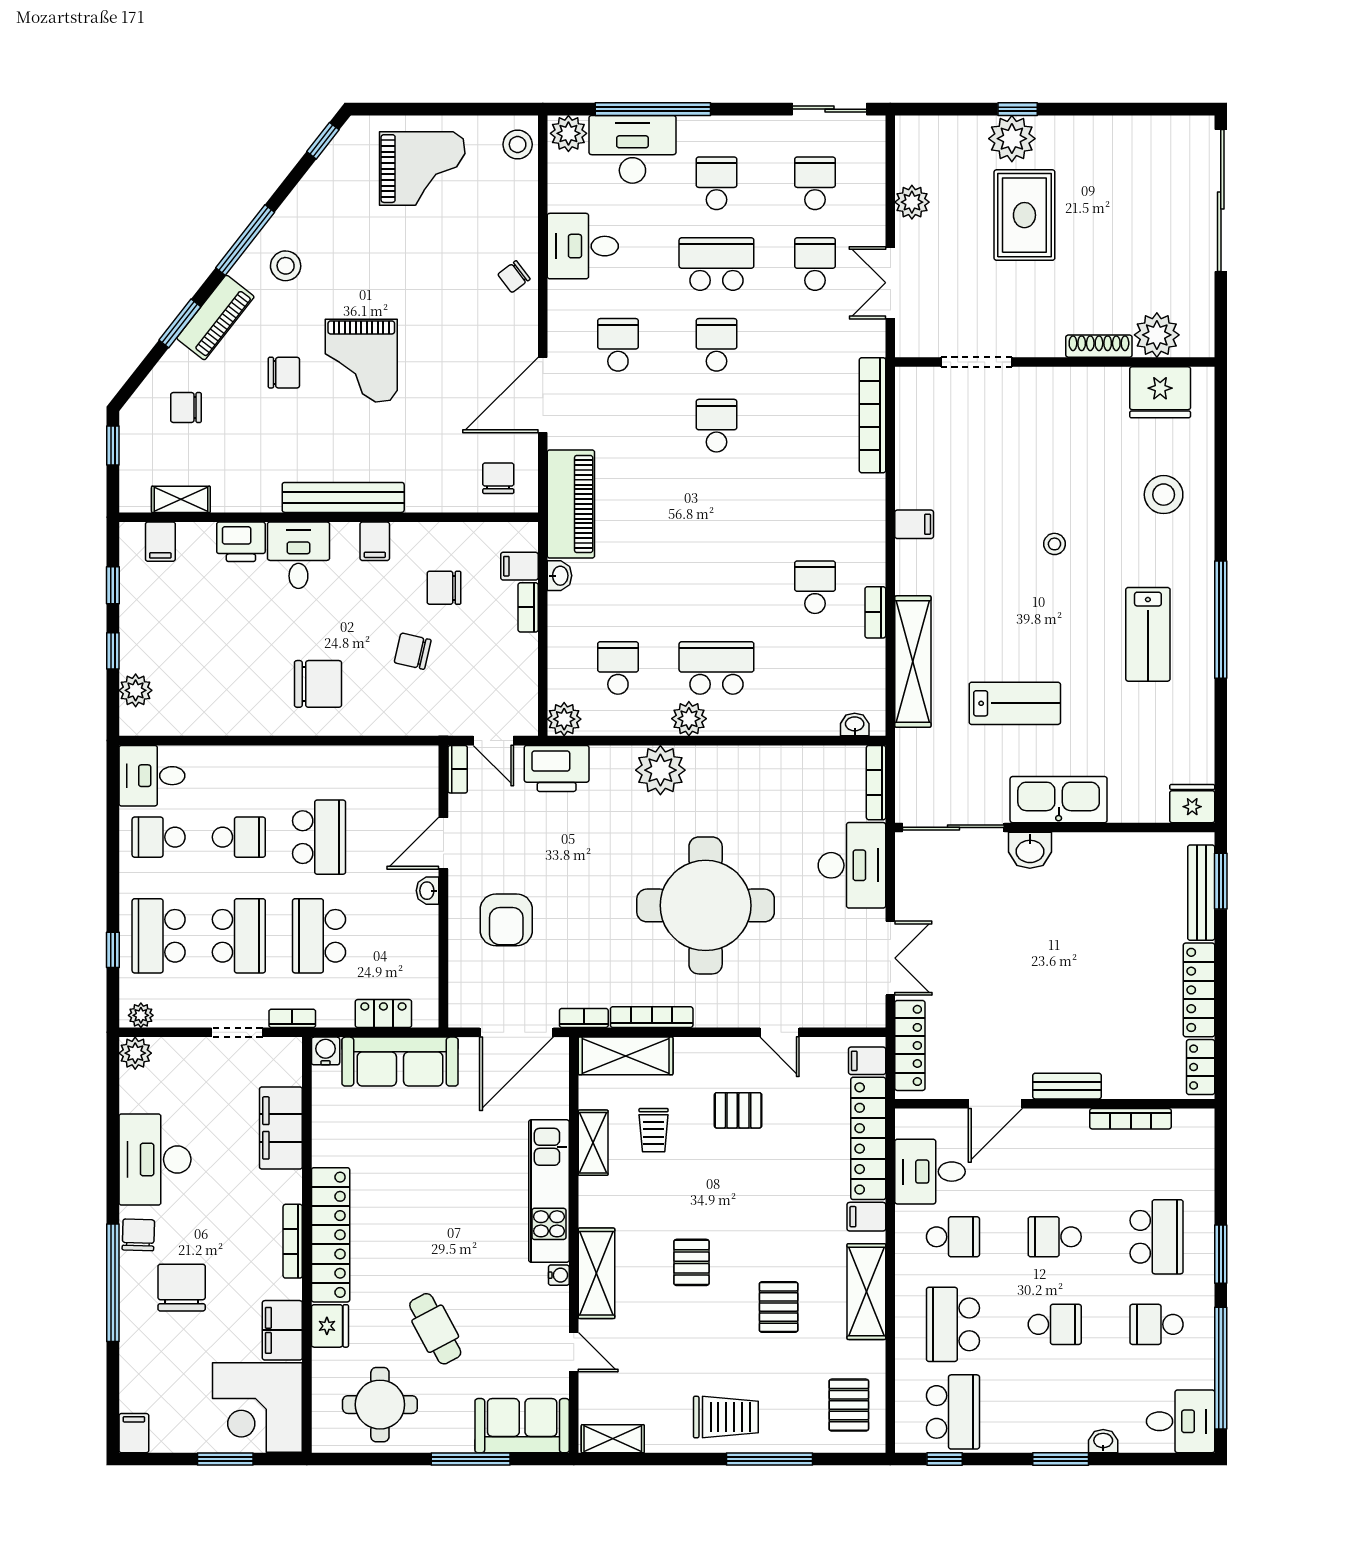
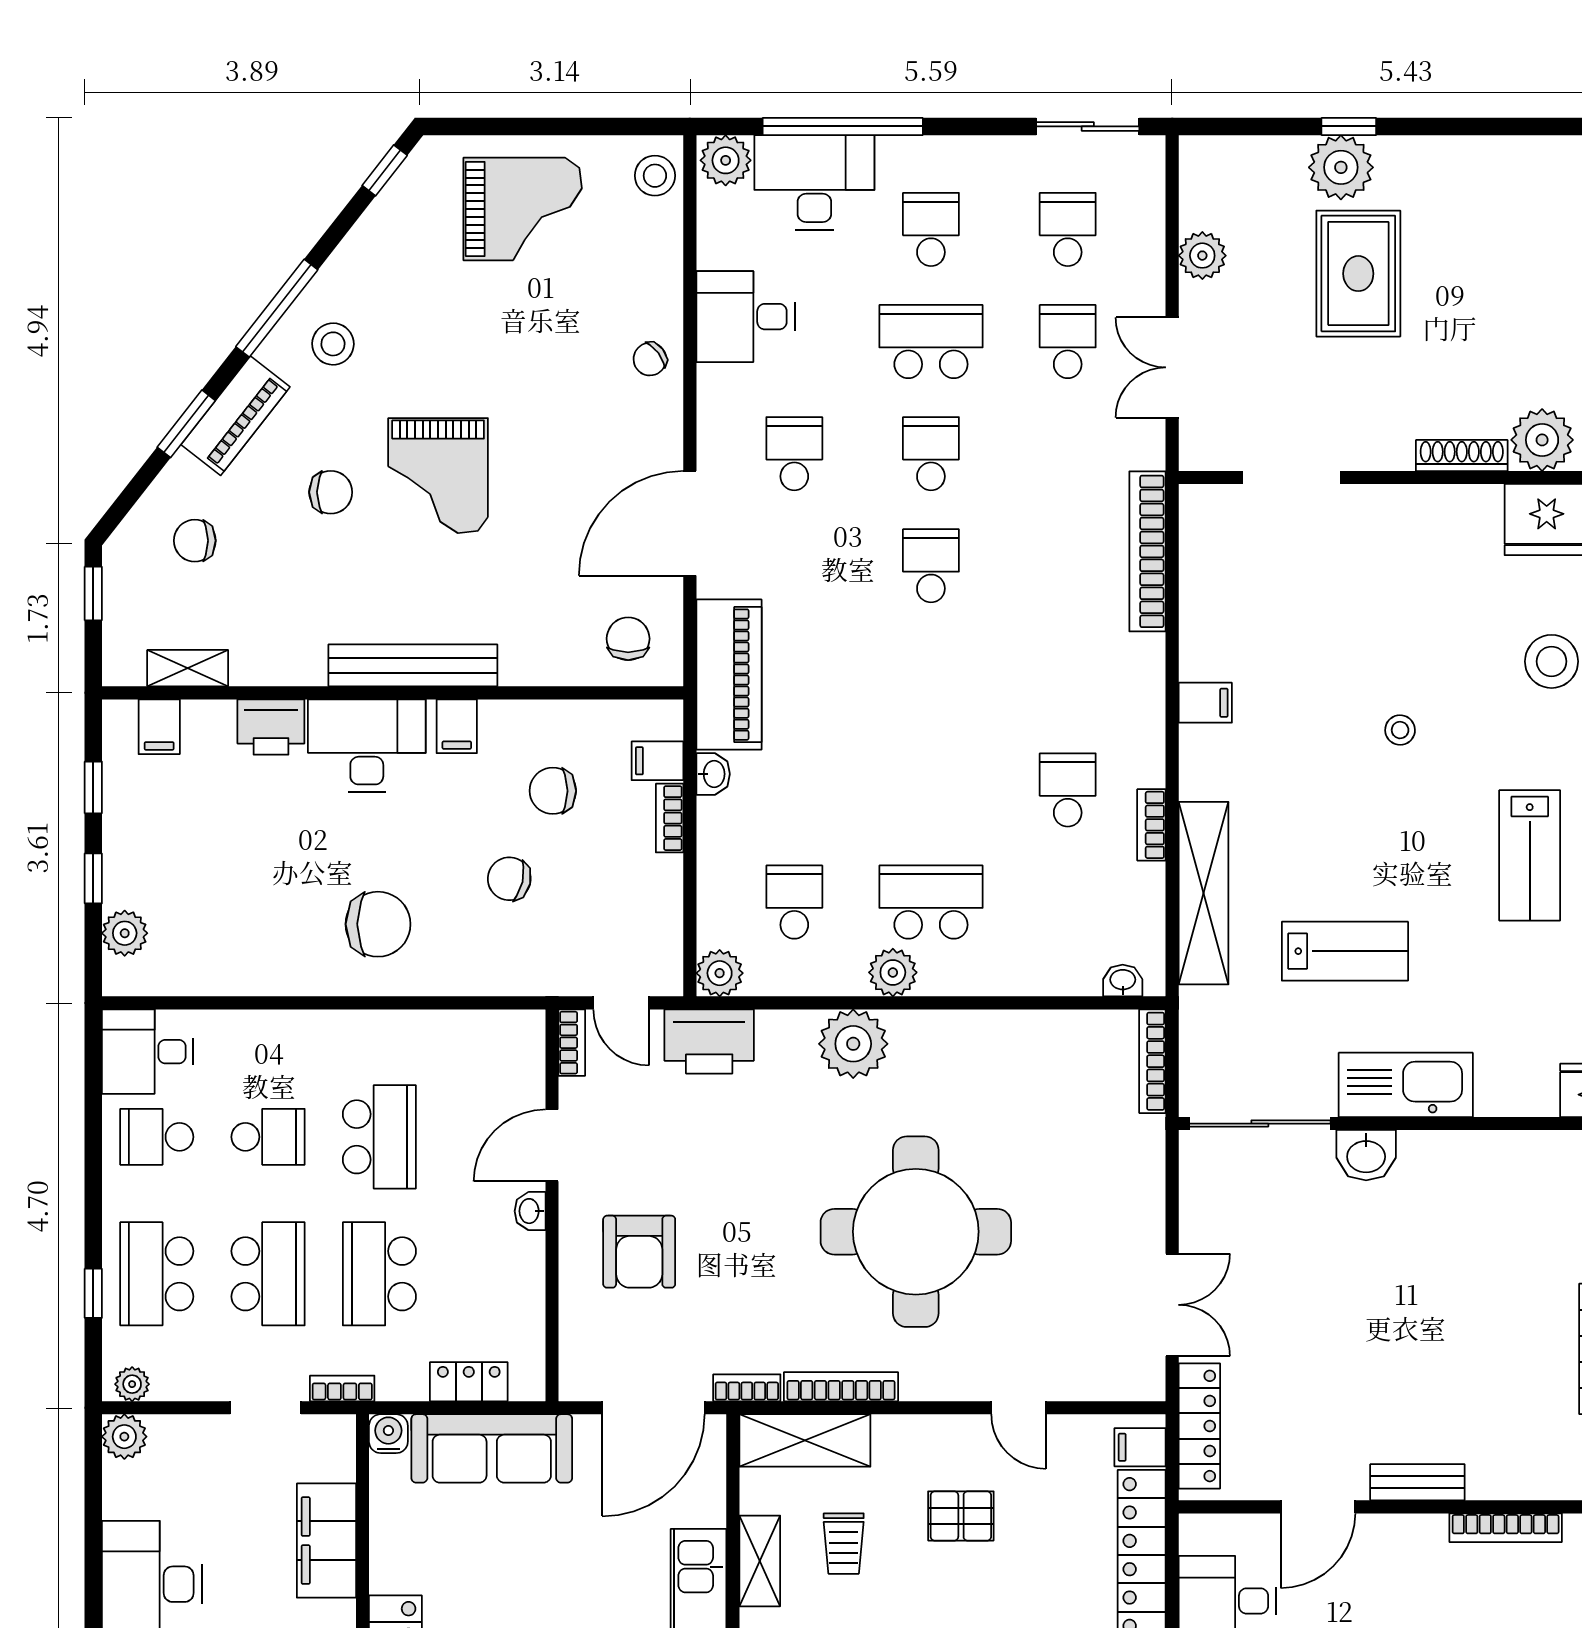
desk: (298, 555) -> (367, 746), width x1.37
desk: (852, 865) -> (1119, 1176), removed

